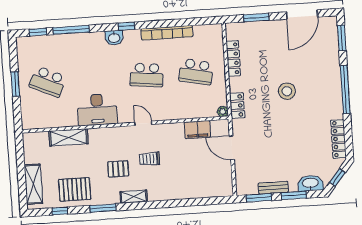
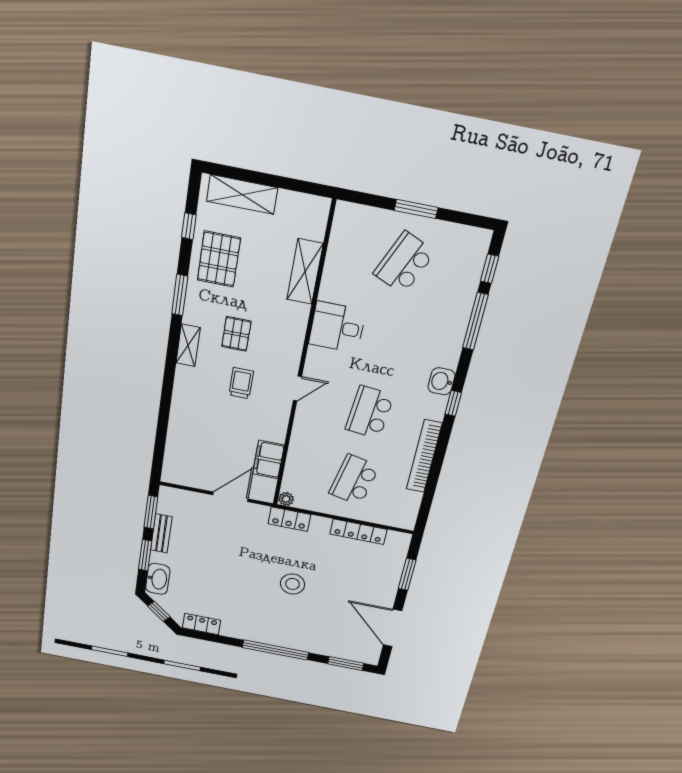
desk: (97, 110) -> (337, 327), width x0.73
locker: (338, 139) -> (201, 624), width x0.66

